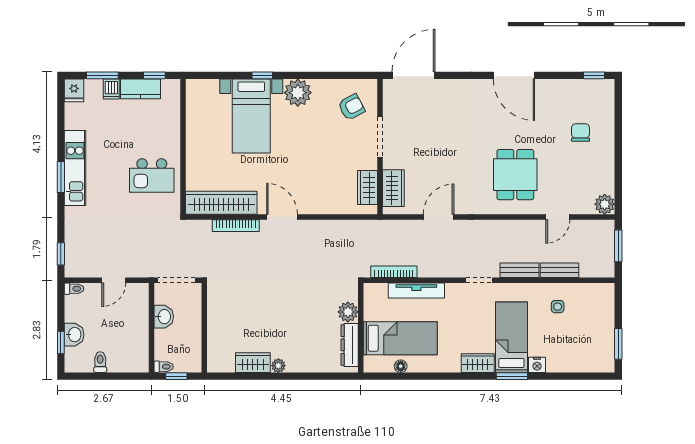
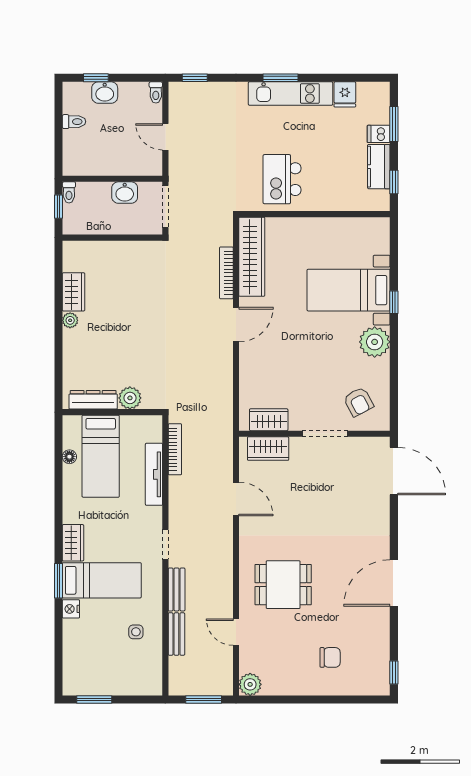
fridge: (74, 90) -> (345, 94), moved, turned -90

